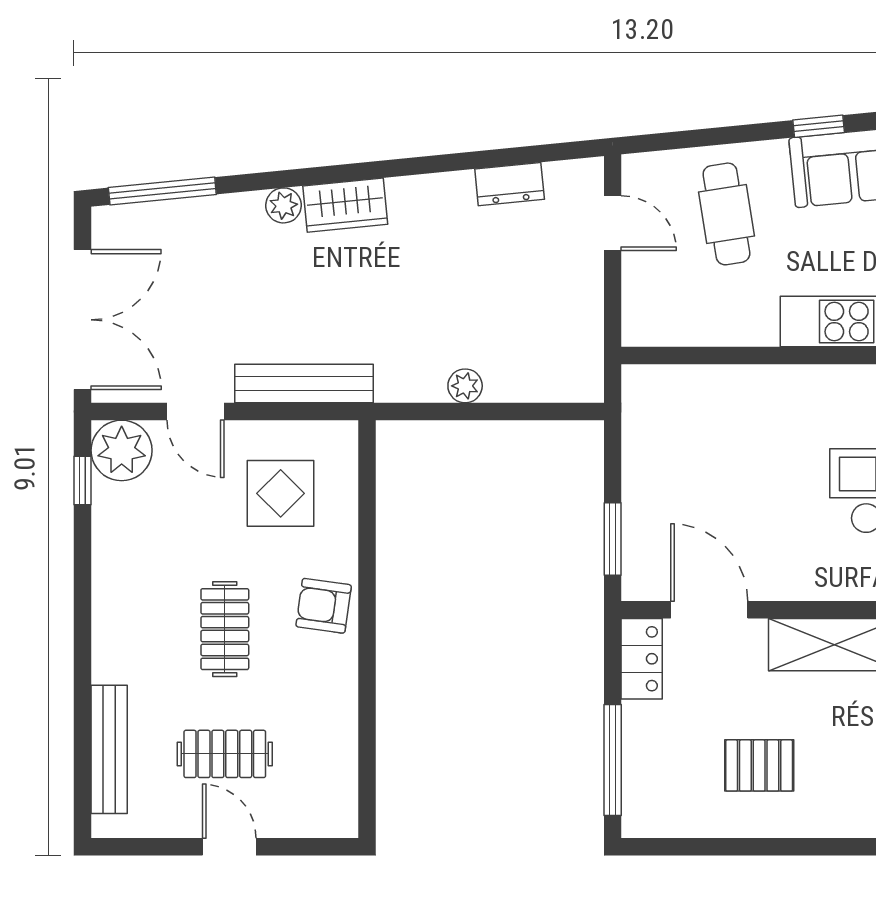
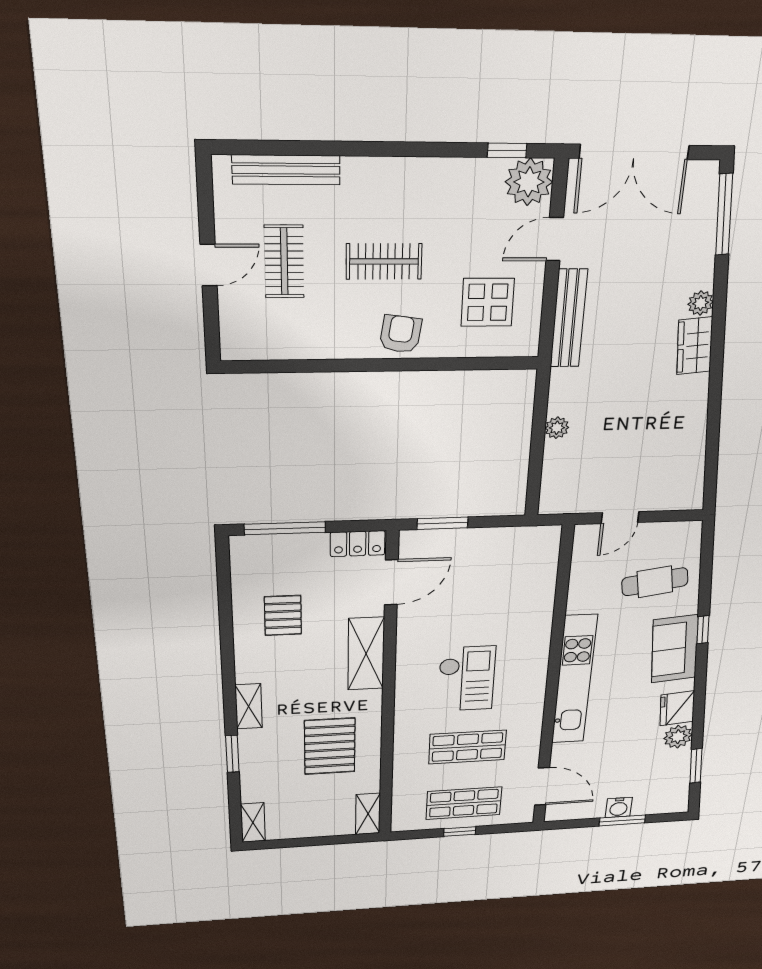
dresser: (510, 184) -> (693, 453), removed
door: (613, 223) -> (620, 518), moved

